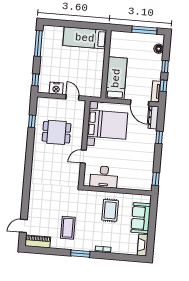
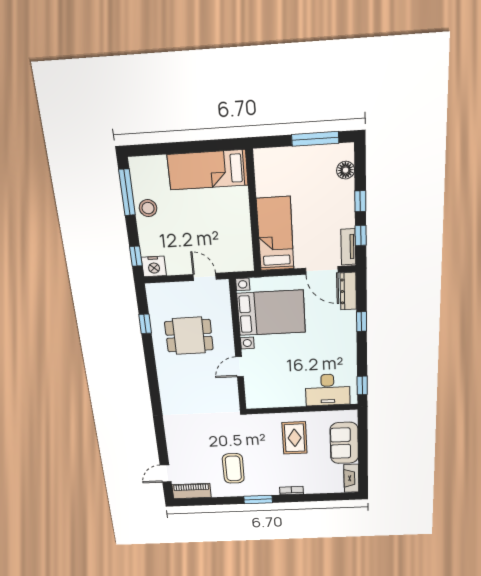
stool: (48, 54) -> (148, 208), added
nightstand: (56, 88) -> (154, 266), moved
desk: (104, 177) -> (328, 390), moved

